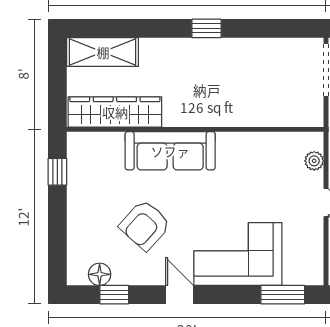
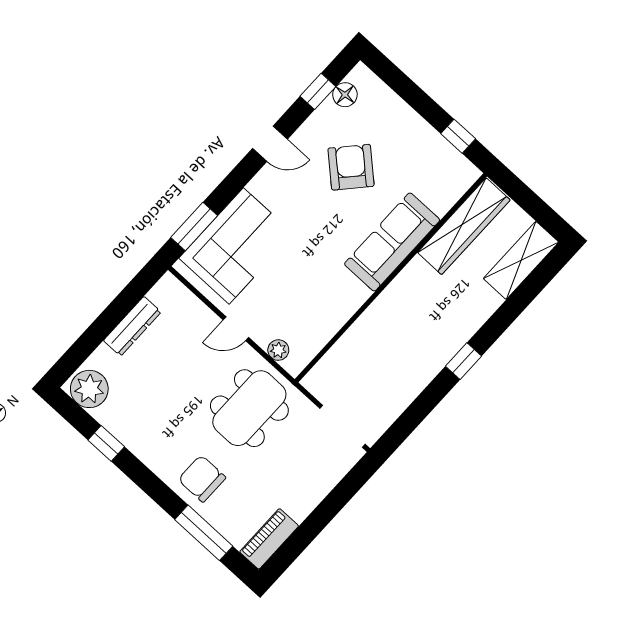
corner sofa: (238, 254) -> (236, 246), moved

